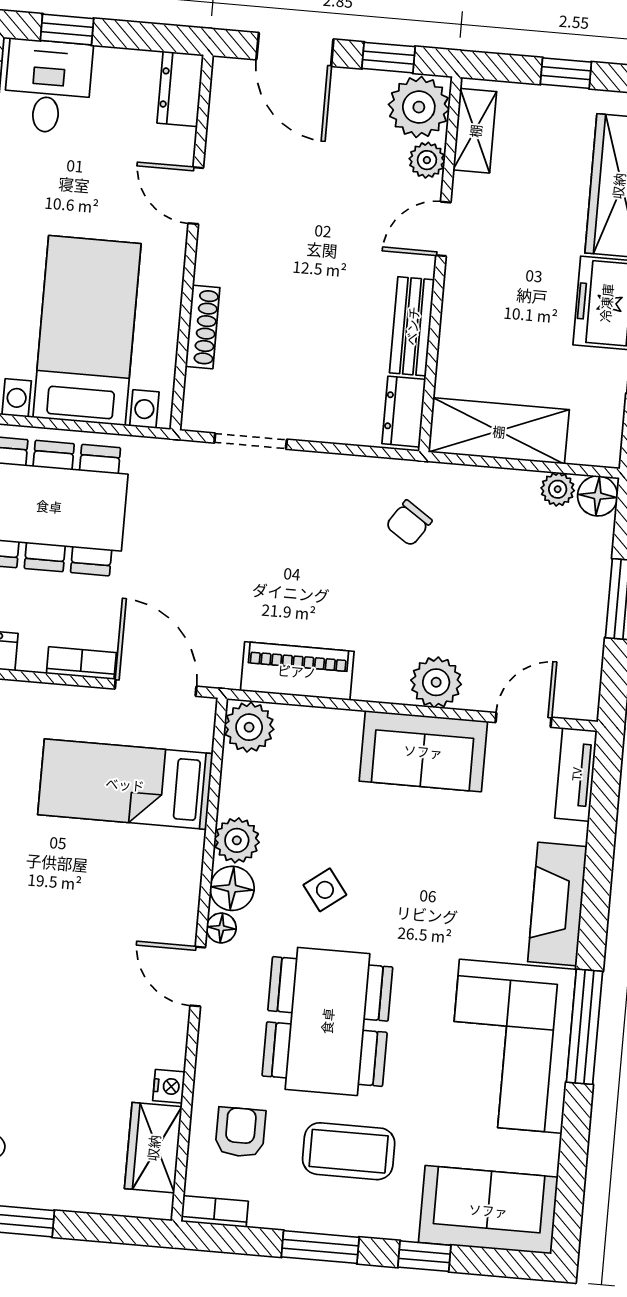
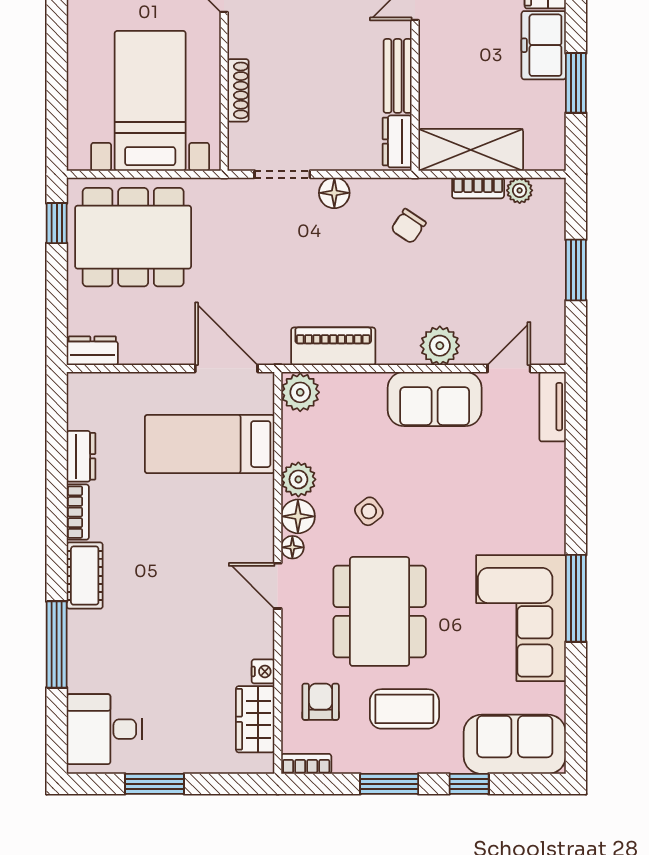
floor lamp: (598, 496) -> (334, 193), moved
bookcase: (81, 663) -> (478, 188), moved, turned 180
fireplace: (557, 904) -> (547, 507), removed

